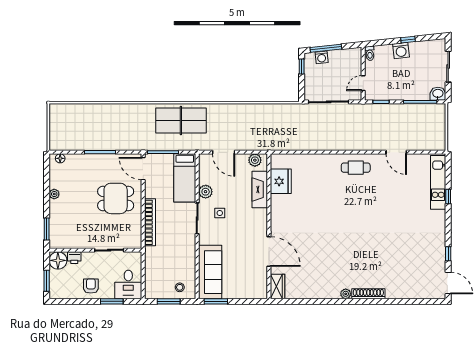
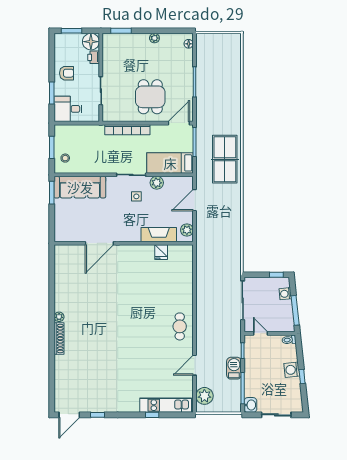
window: (326, 48) -> (295, 310), moved
barbecue: (399, 111) -> (234, 368), added
plant: (428, 142) -> (204, 396), added
fridge: (281, 181) -> (161, 252), width x0.53, depth x0.75
wardrobe: (278, 286) -> (66, 252), removed

